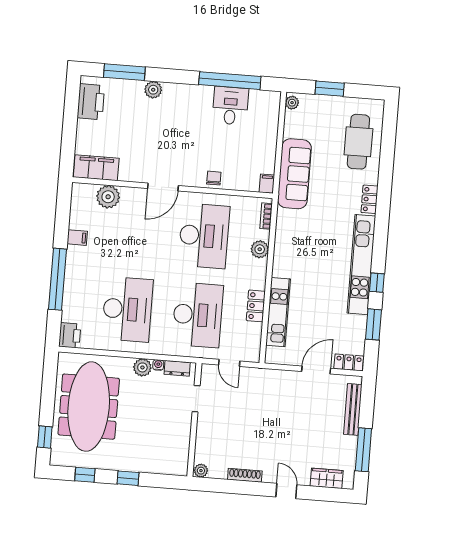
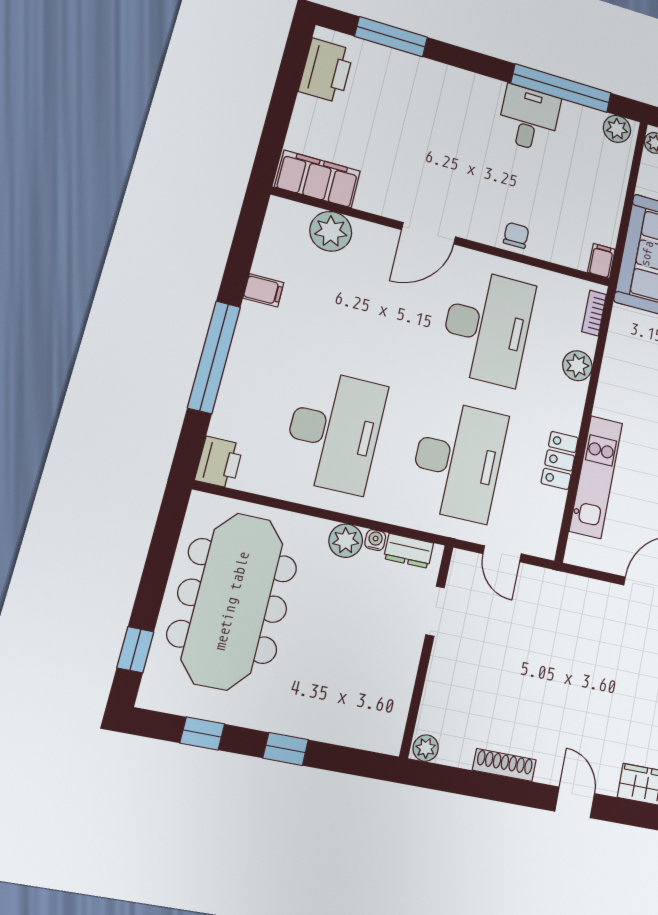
plant: (153, 90) -> (617, 129), moved
desk: (230, 106) -> (529, 118), moved

